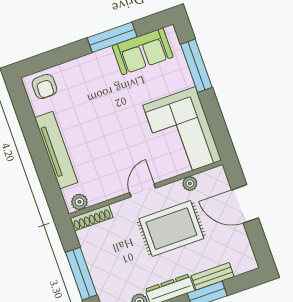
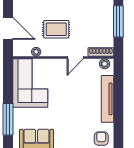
door: (143, 190) -> (75, 58), moved
rug: (171, 229) -> (56, 29), width x0.73, depth x0.70

